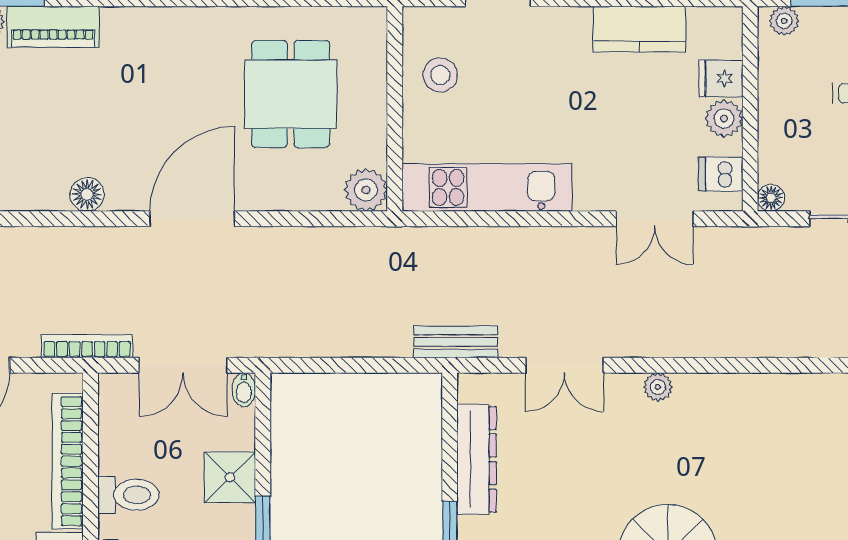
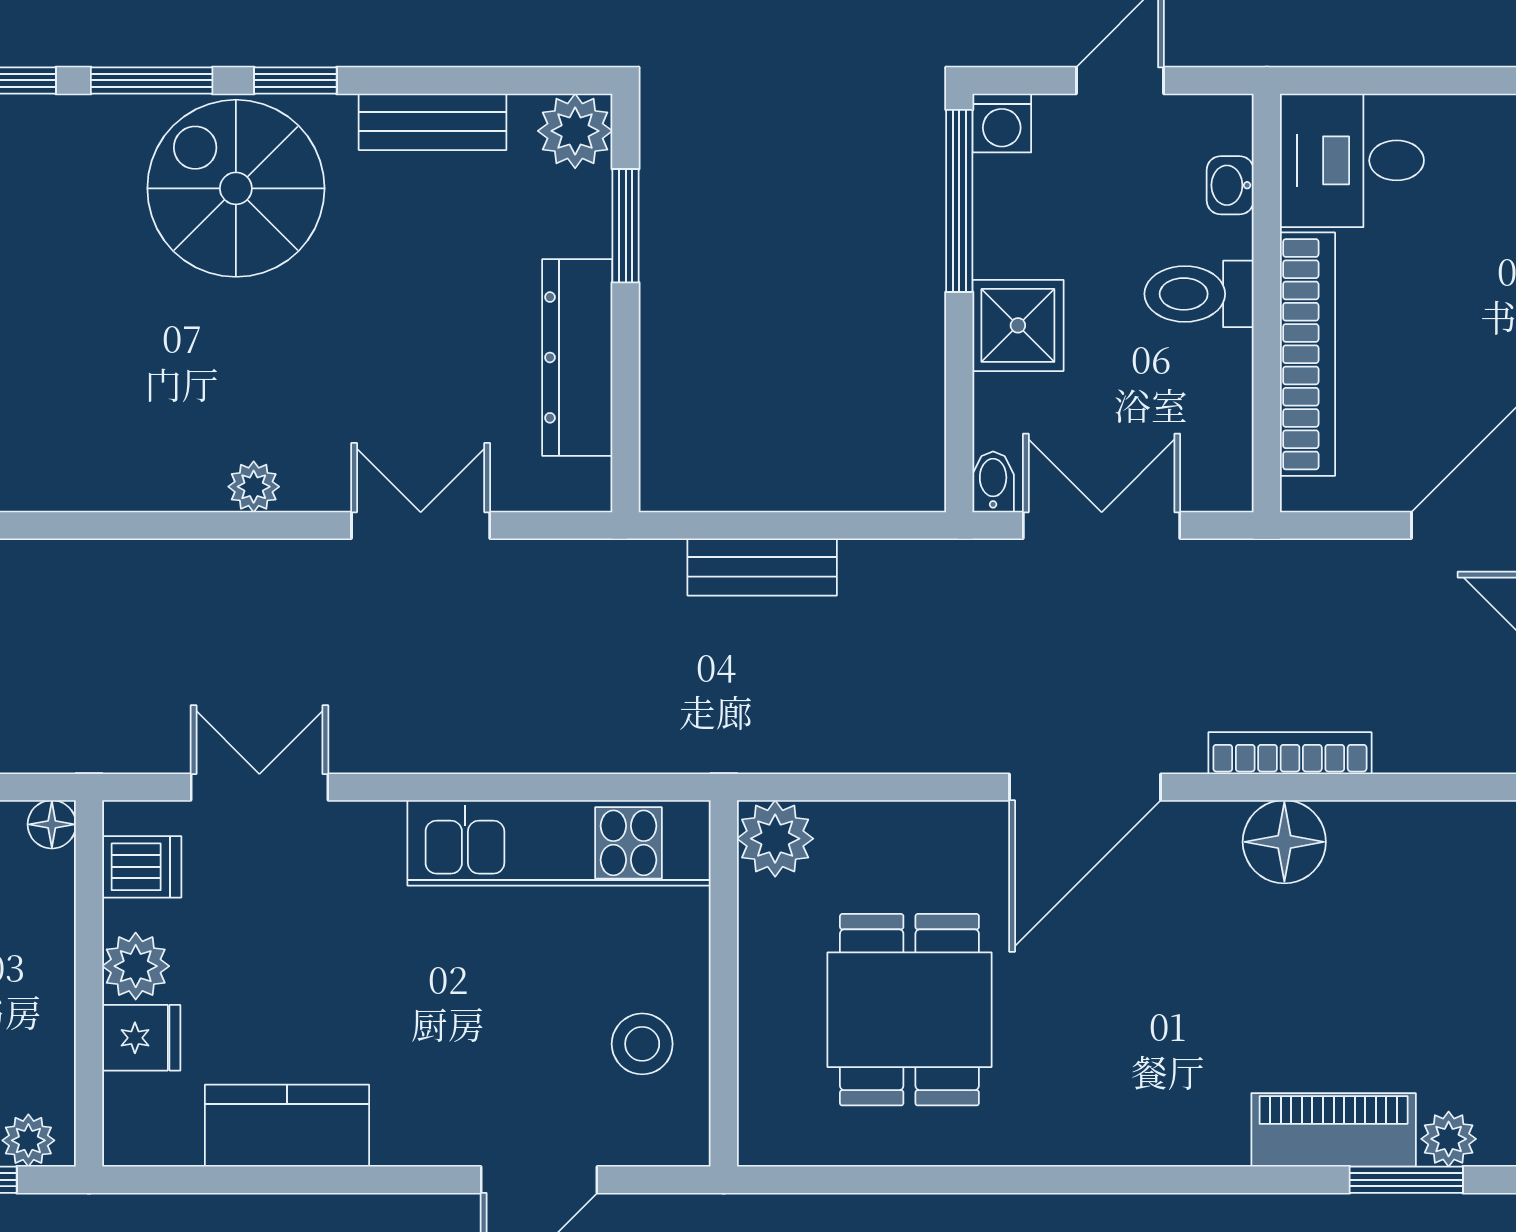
floor lamp: (87, 194) -> (1284, 842), width x1.38, depth x1.38
bench: (456, 342) -> (762, 567), moved
bookcase: (87, 346) -> (1290, 753), moved, turned 180

